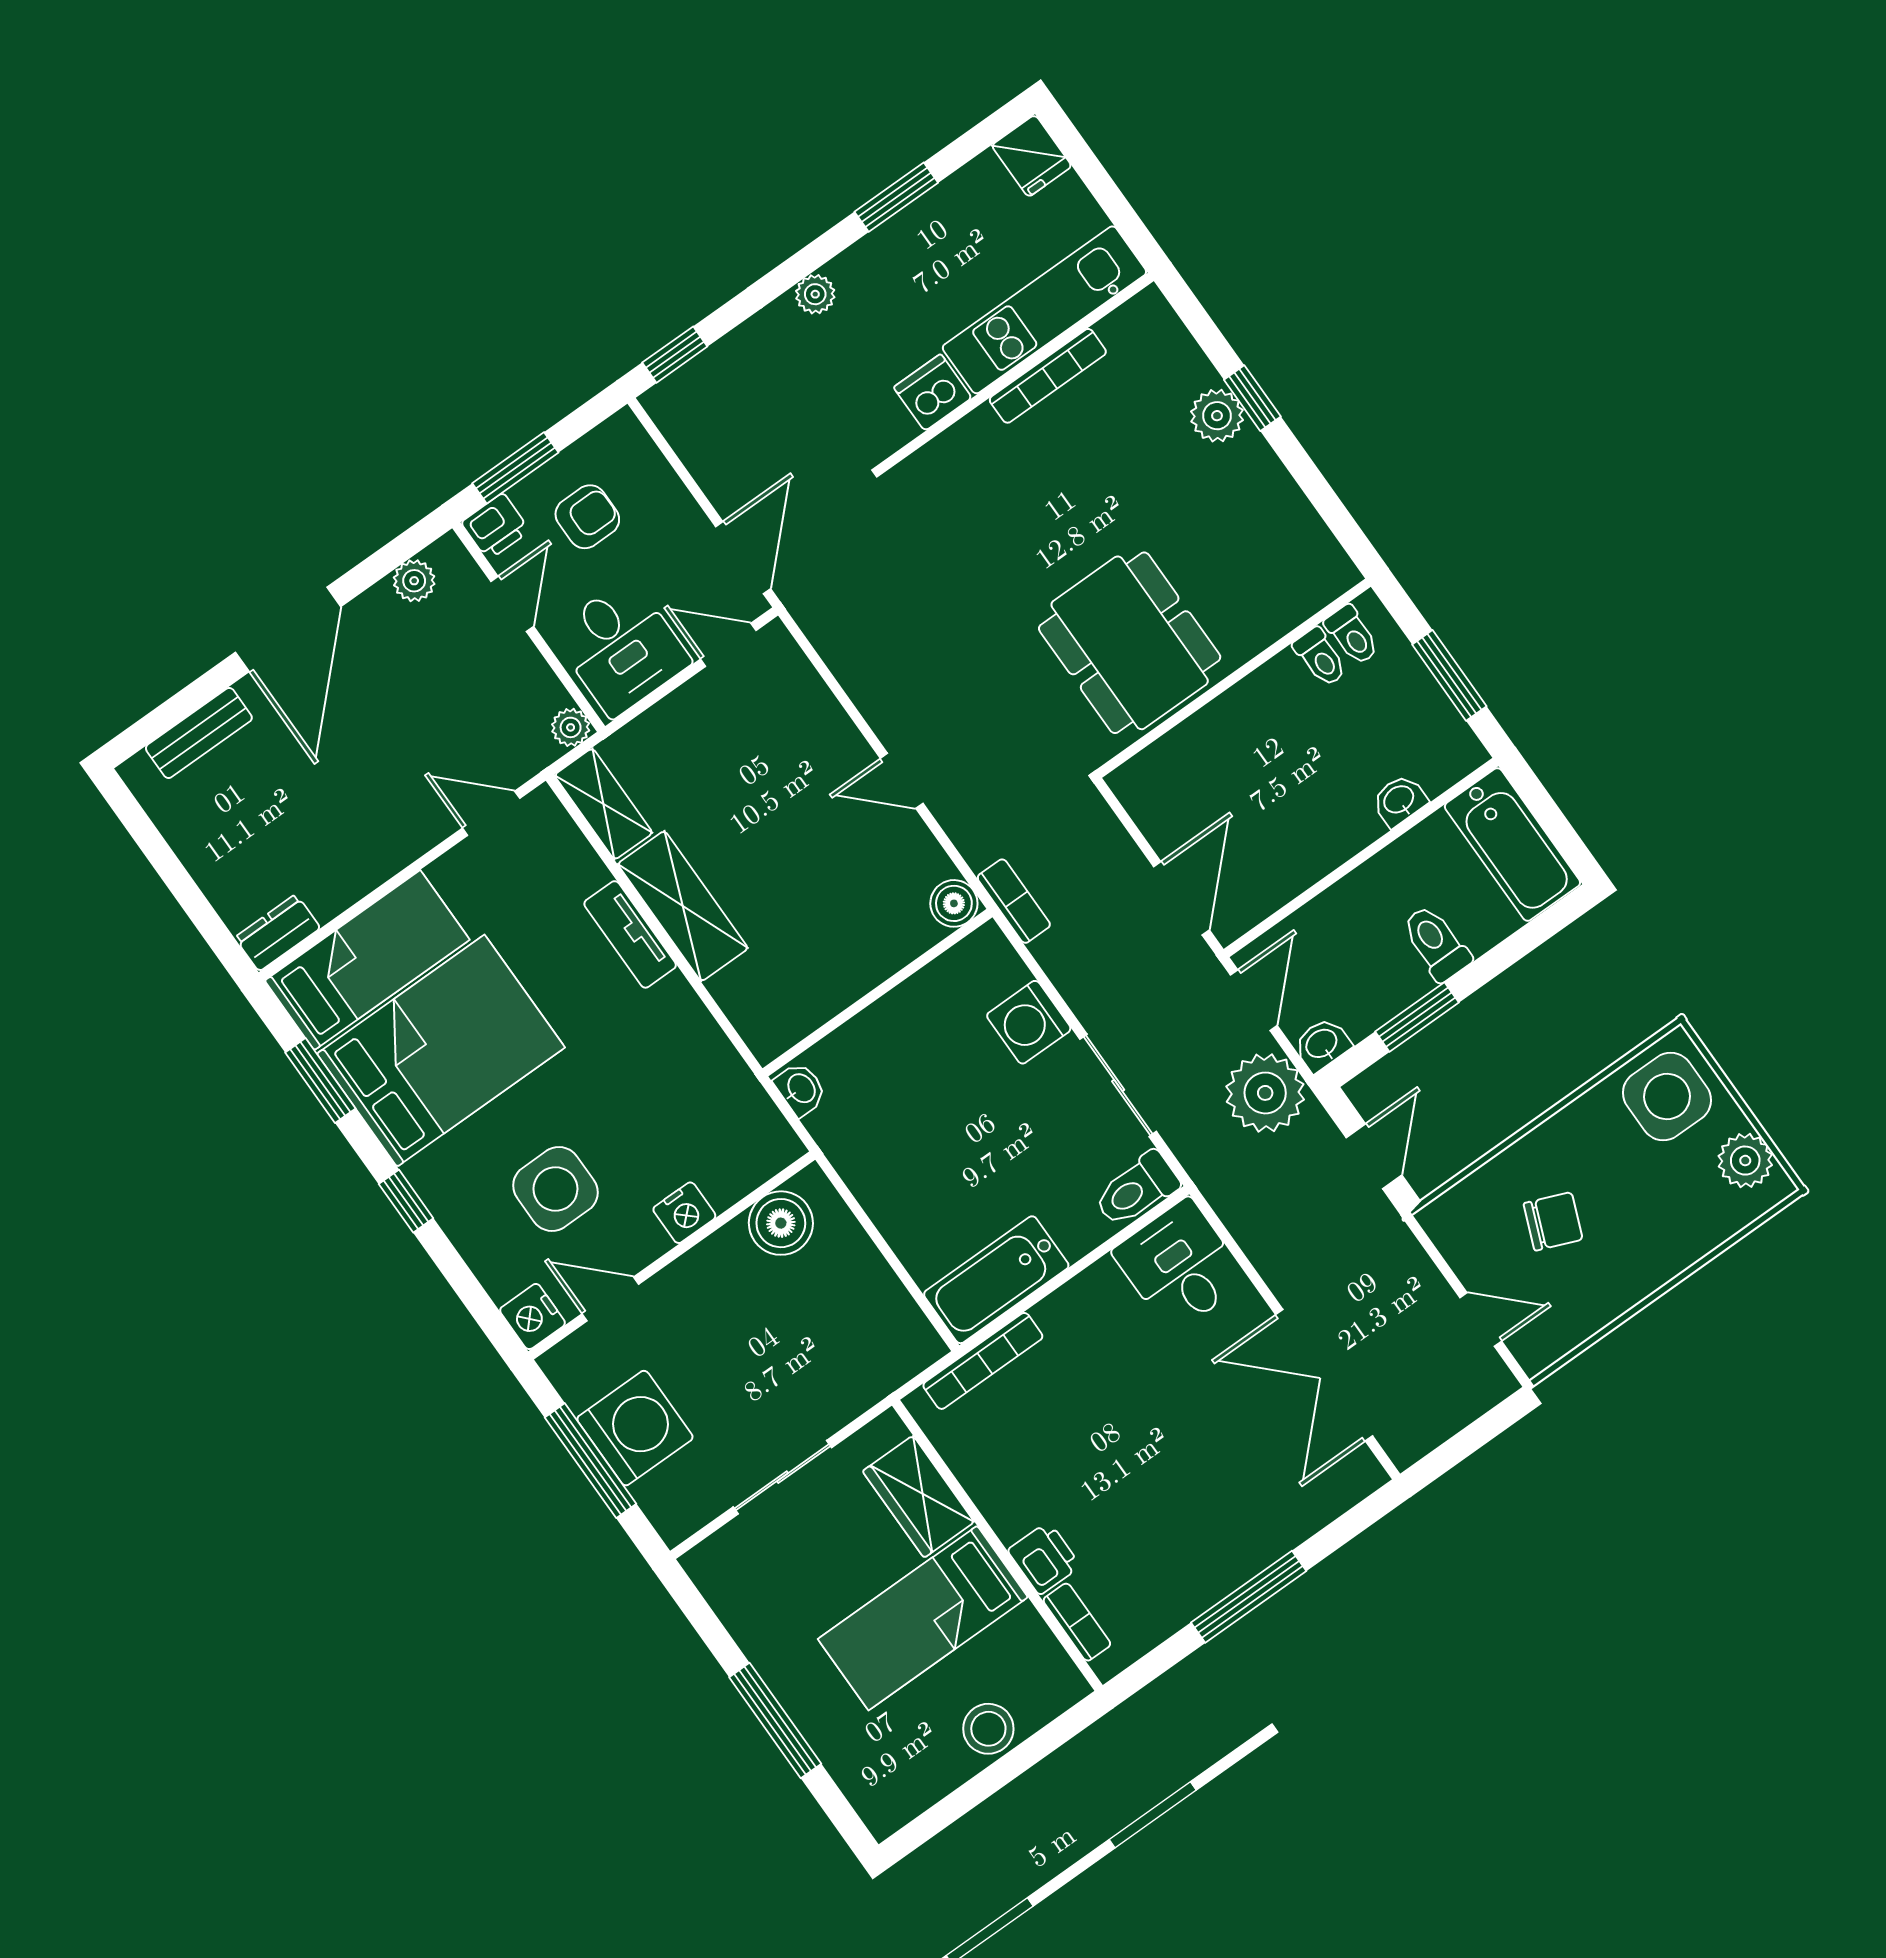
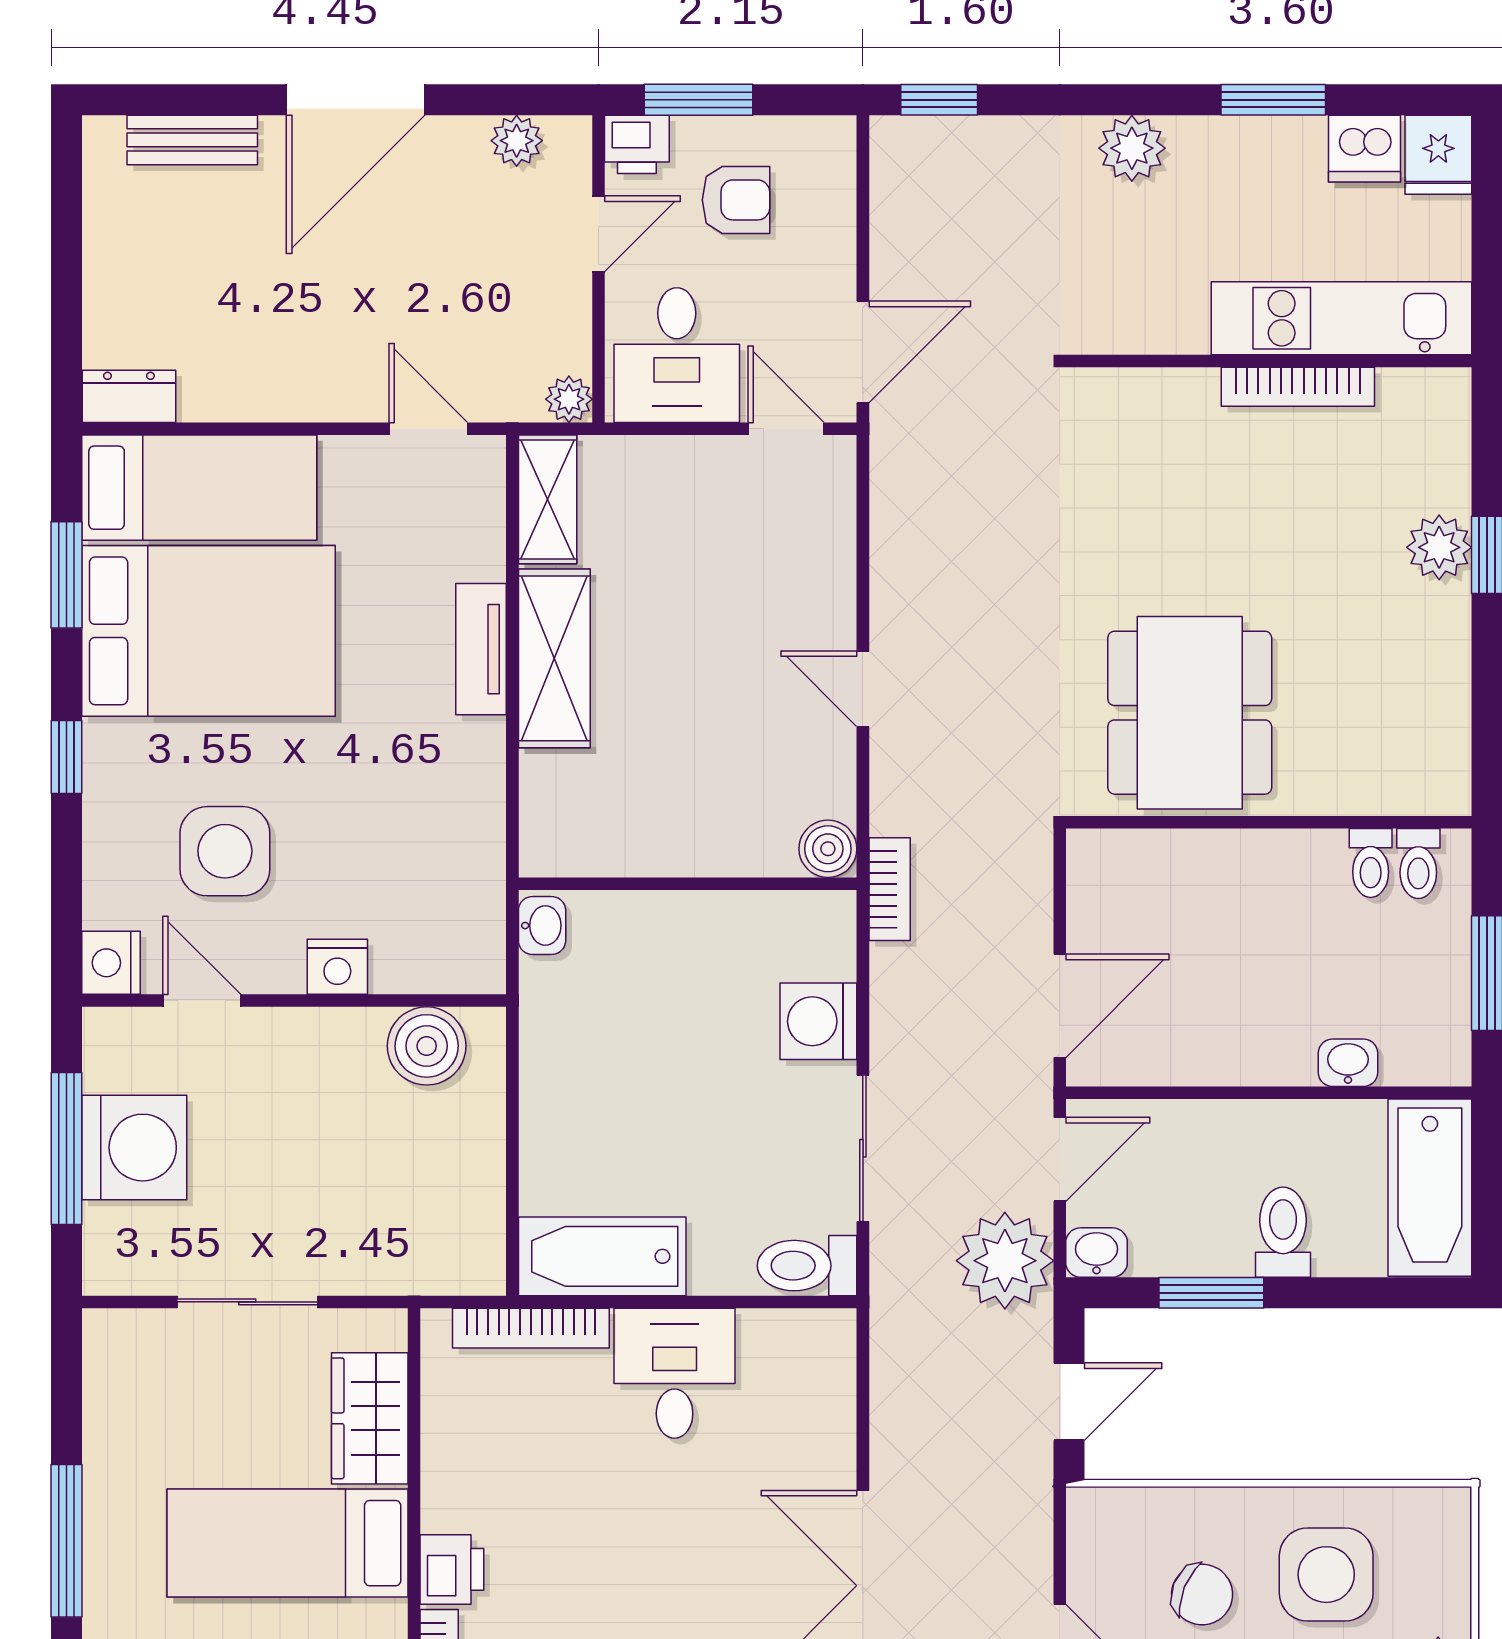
plant: (815, 294) -> (1132, 148), width x1.38, depth x1.38
dishwasher: (933, 392) -> (1364, 149), moved, turned 180
side table: (1667, 1097) -> (1326, 1575), moved
desk: (1180, 1266) -> (675, 1373), moved

